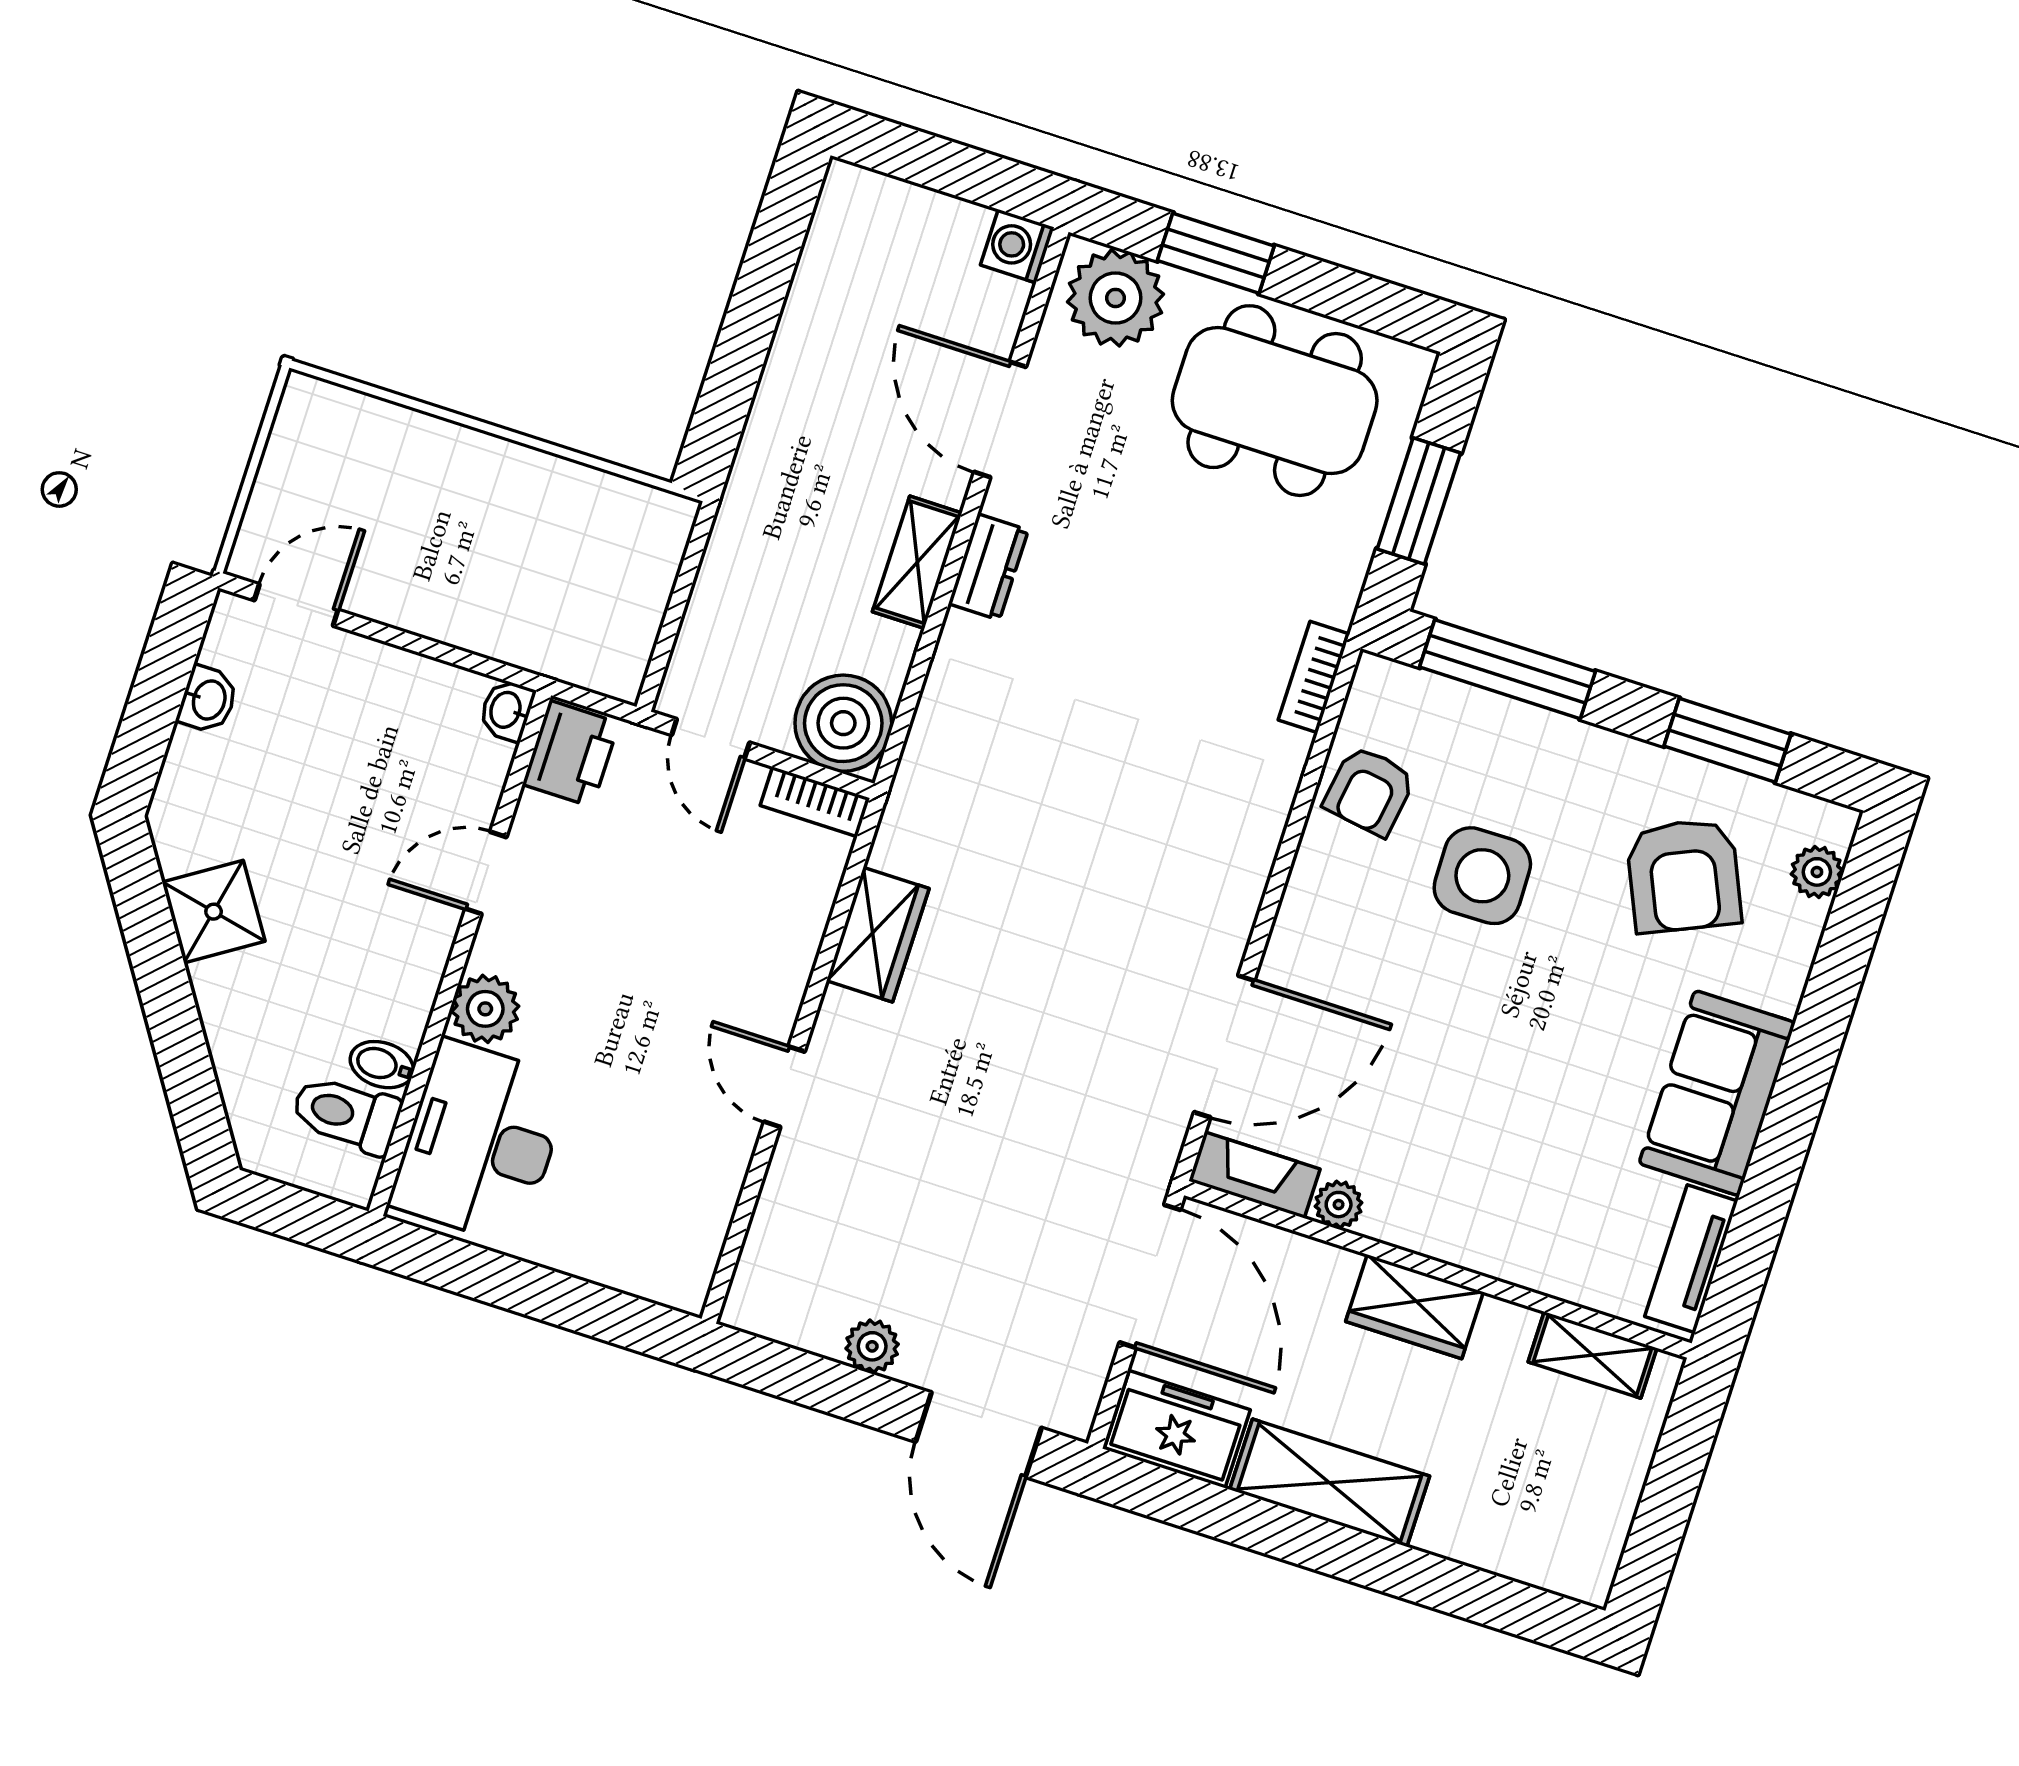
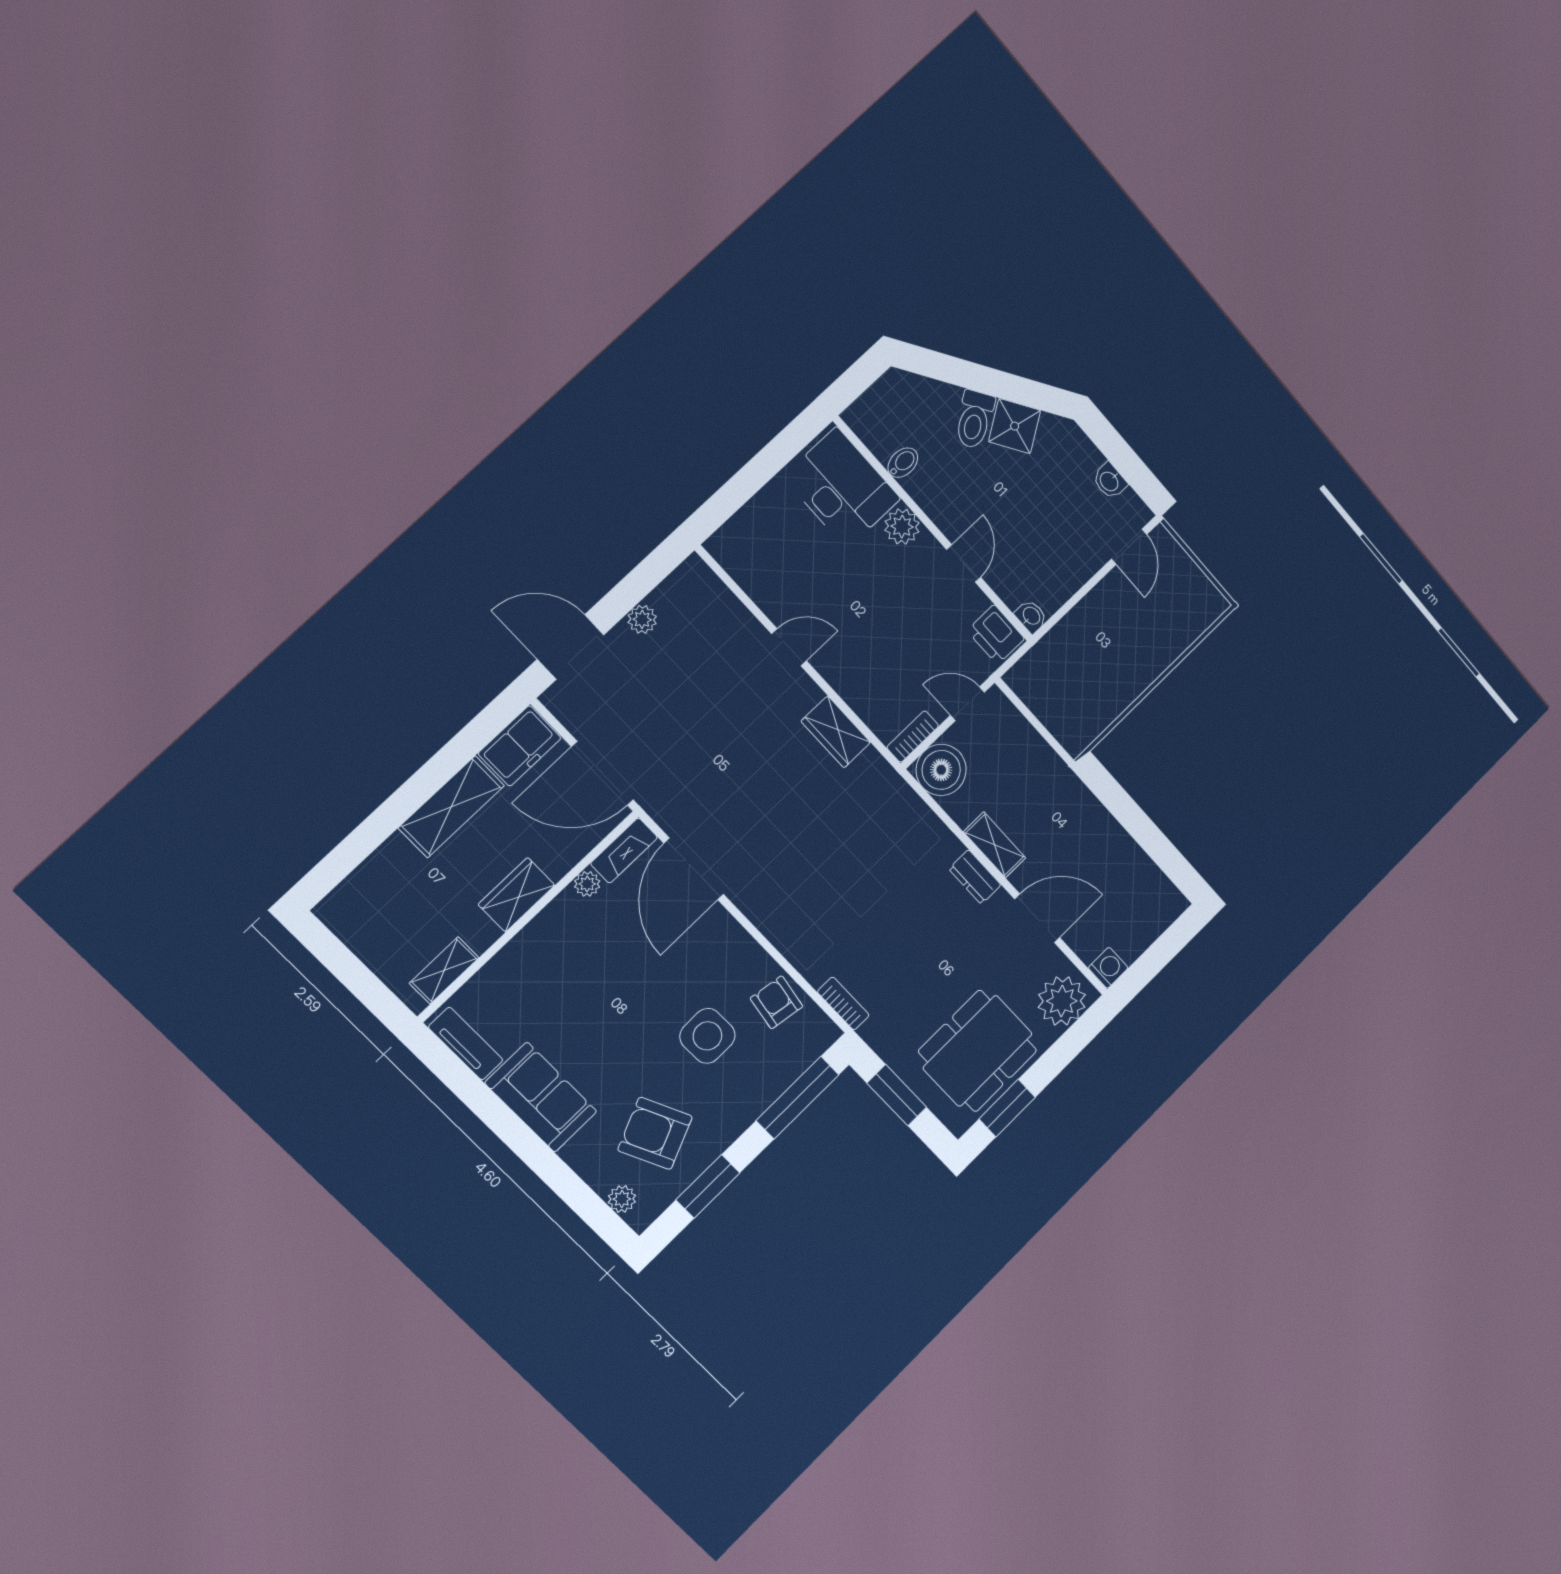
window: (1216, 253) -> (1007, 1108), moved
toilet: (346, 1114) -> (974, 419), moved, turned 147

